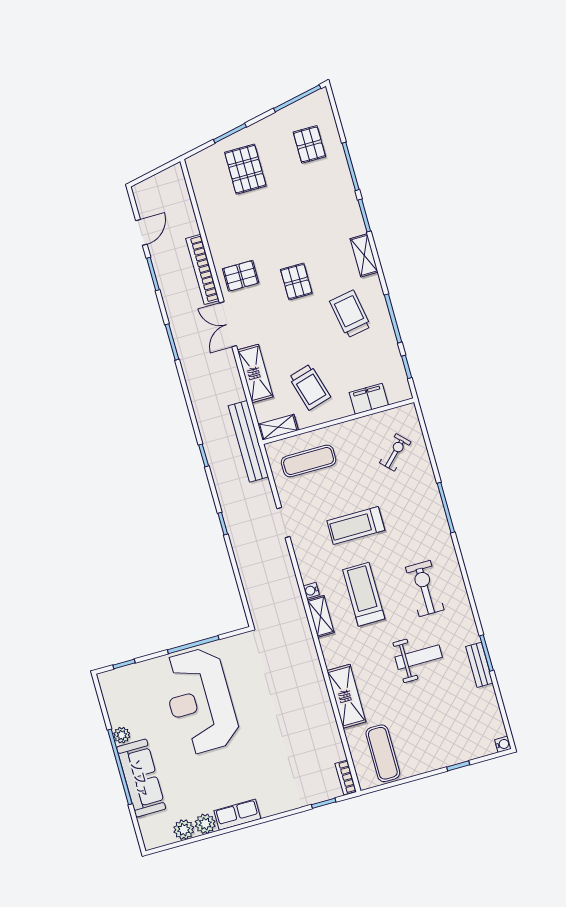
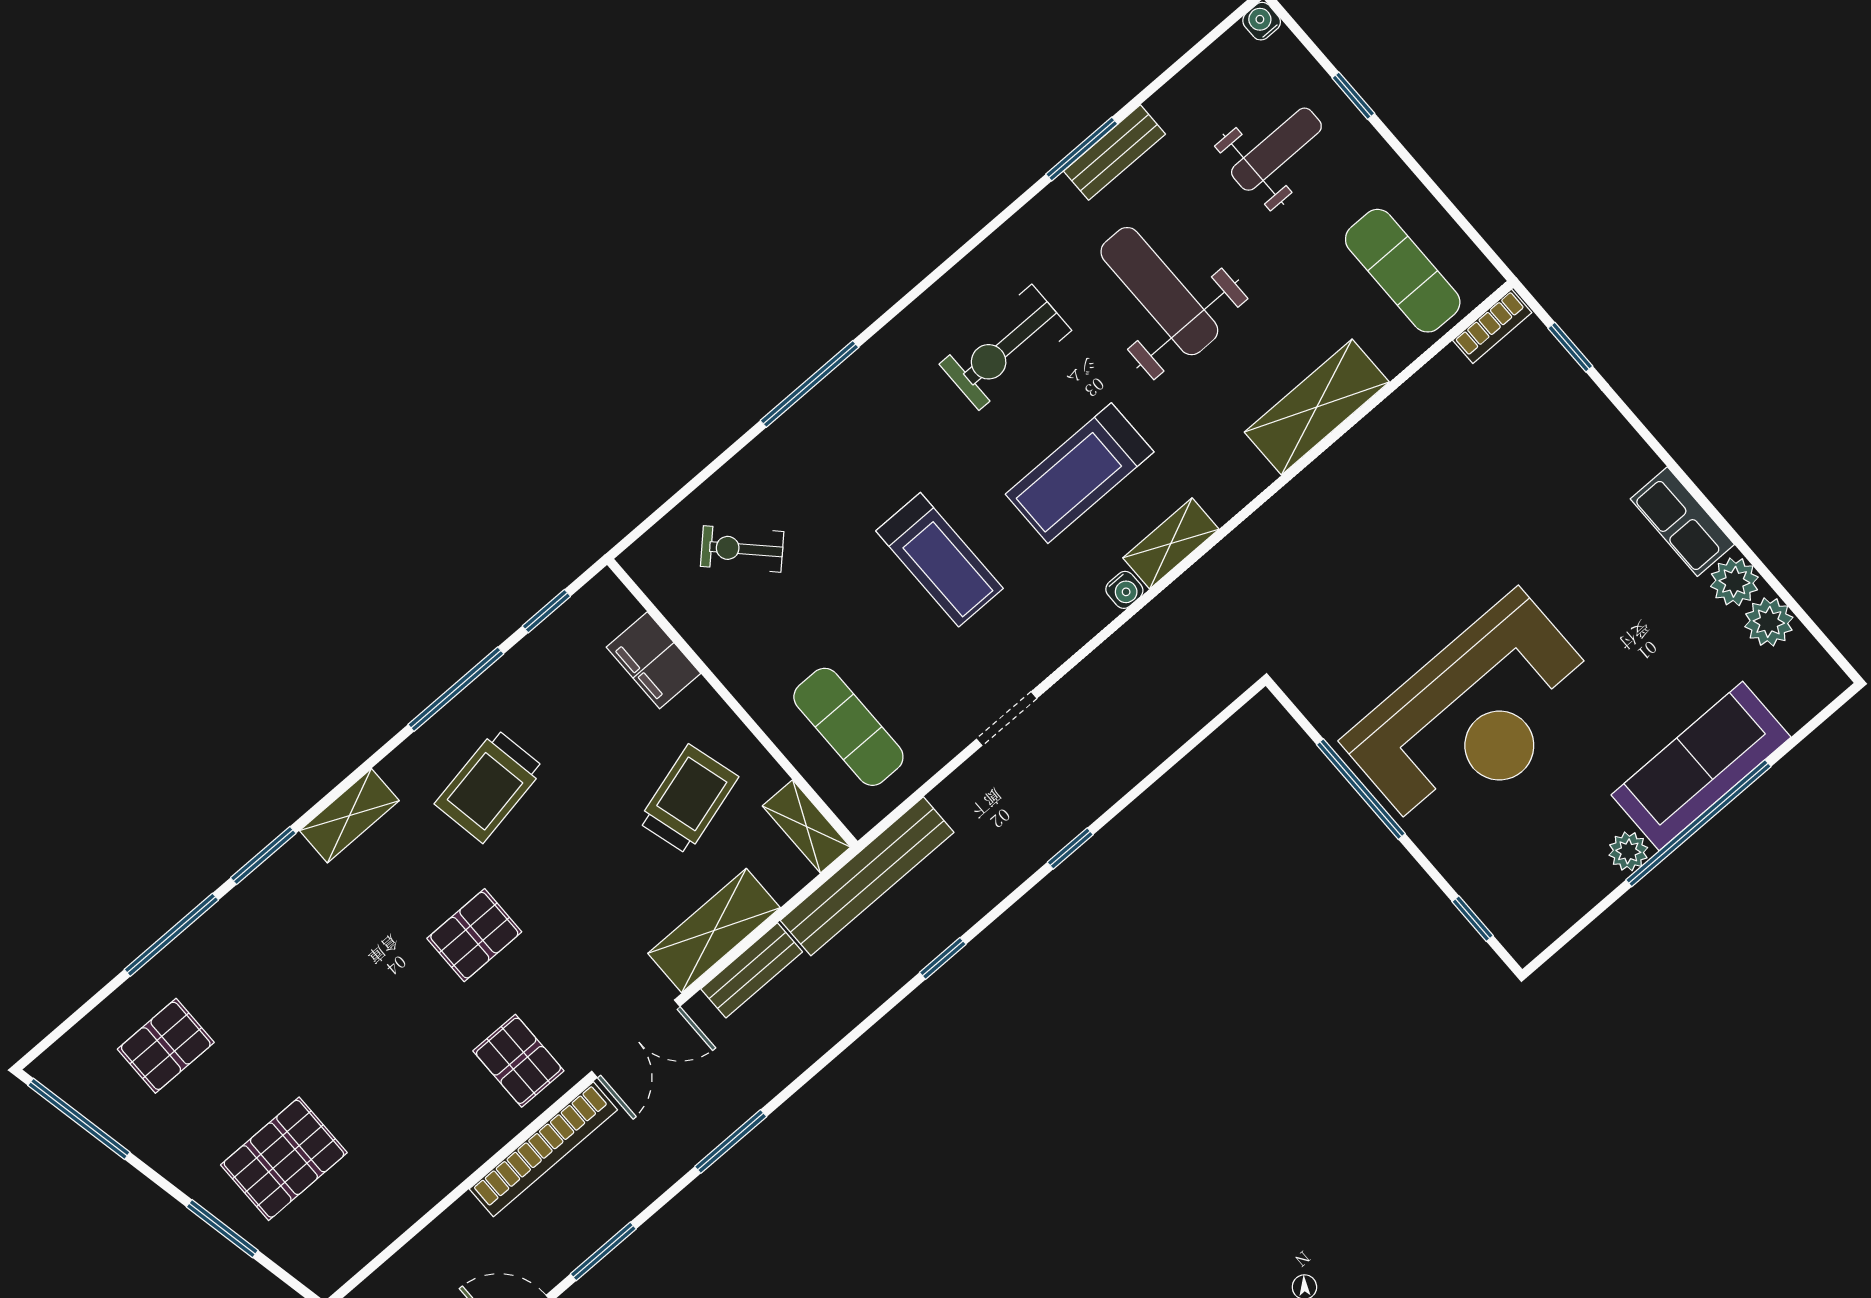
bench: (233, 381) -> (752, 970), added
weight bench: (419, 657) -> (1159, 291), width x1.36, depth x1.33
weight bench: (452, 727) -> (1276, 149), added
exercise mat: (383, 753) -> (1403, 271), turned 90

